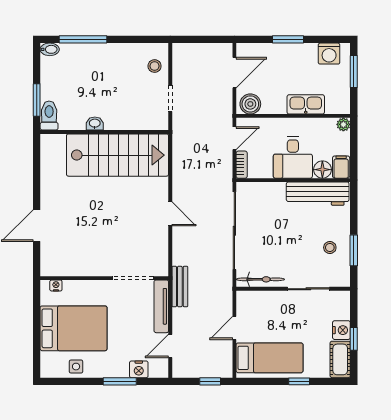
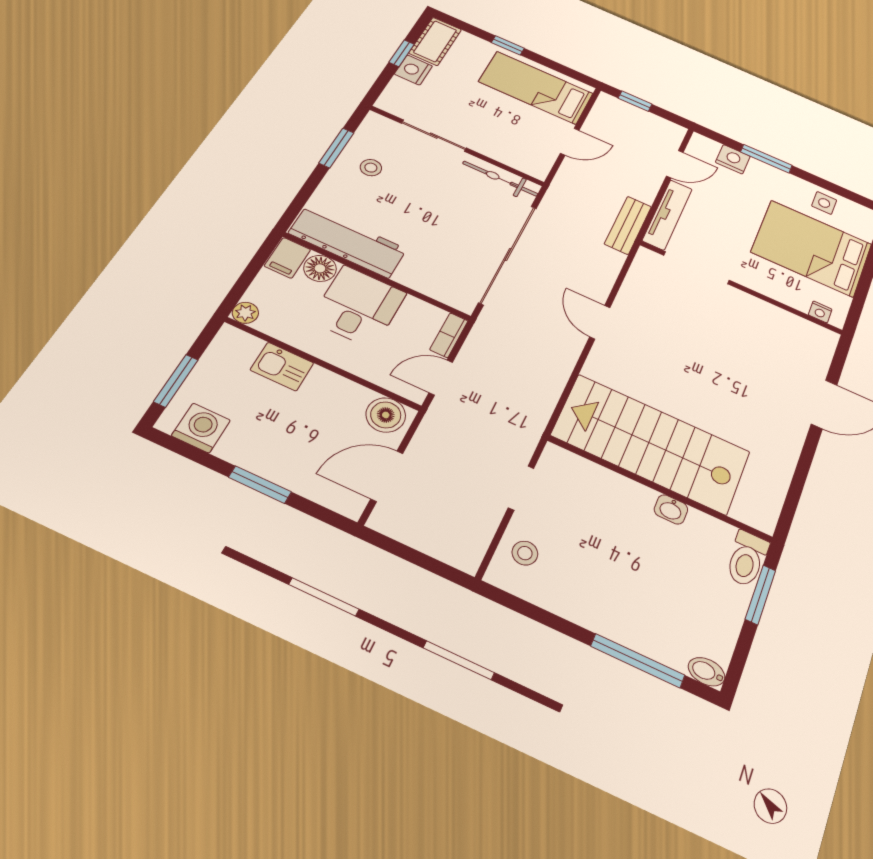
kitchen sink: (306, 104) -> (282, 366), width x0.73

